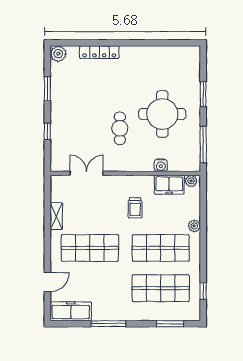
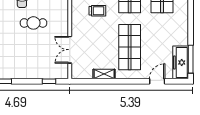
window: (47, 131) -> (49, 81), moved
door: (47, 282) -> (157, 81), hinge flipped
window: (108, 324) -> (191, 59), moved

